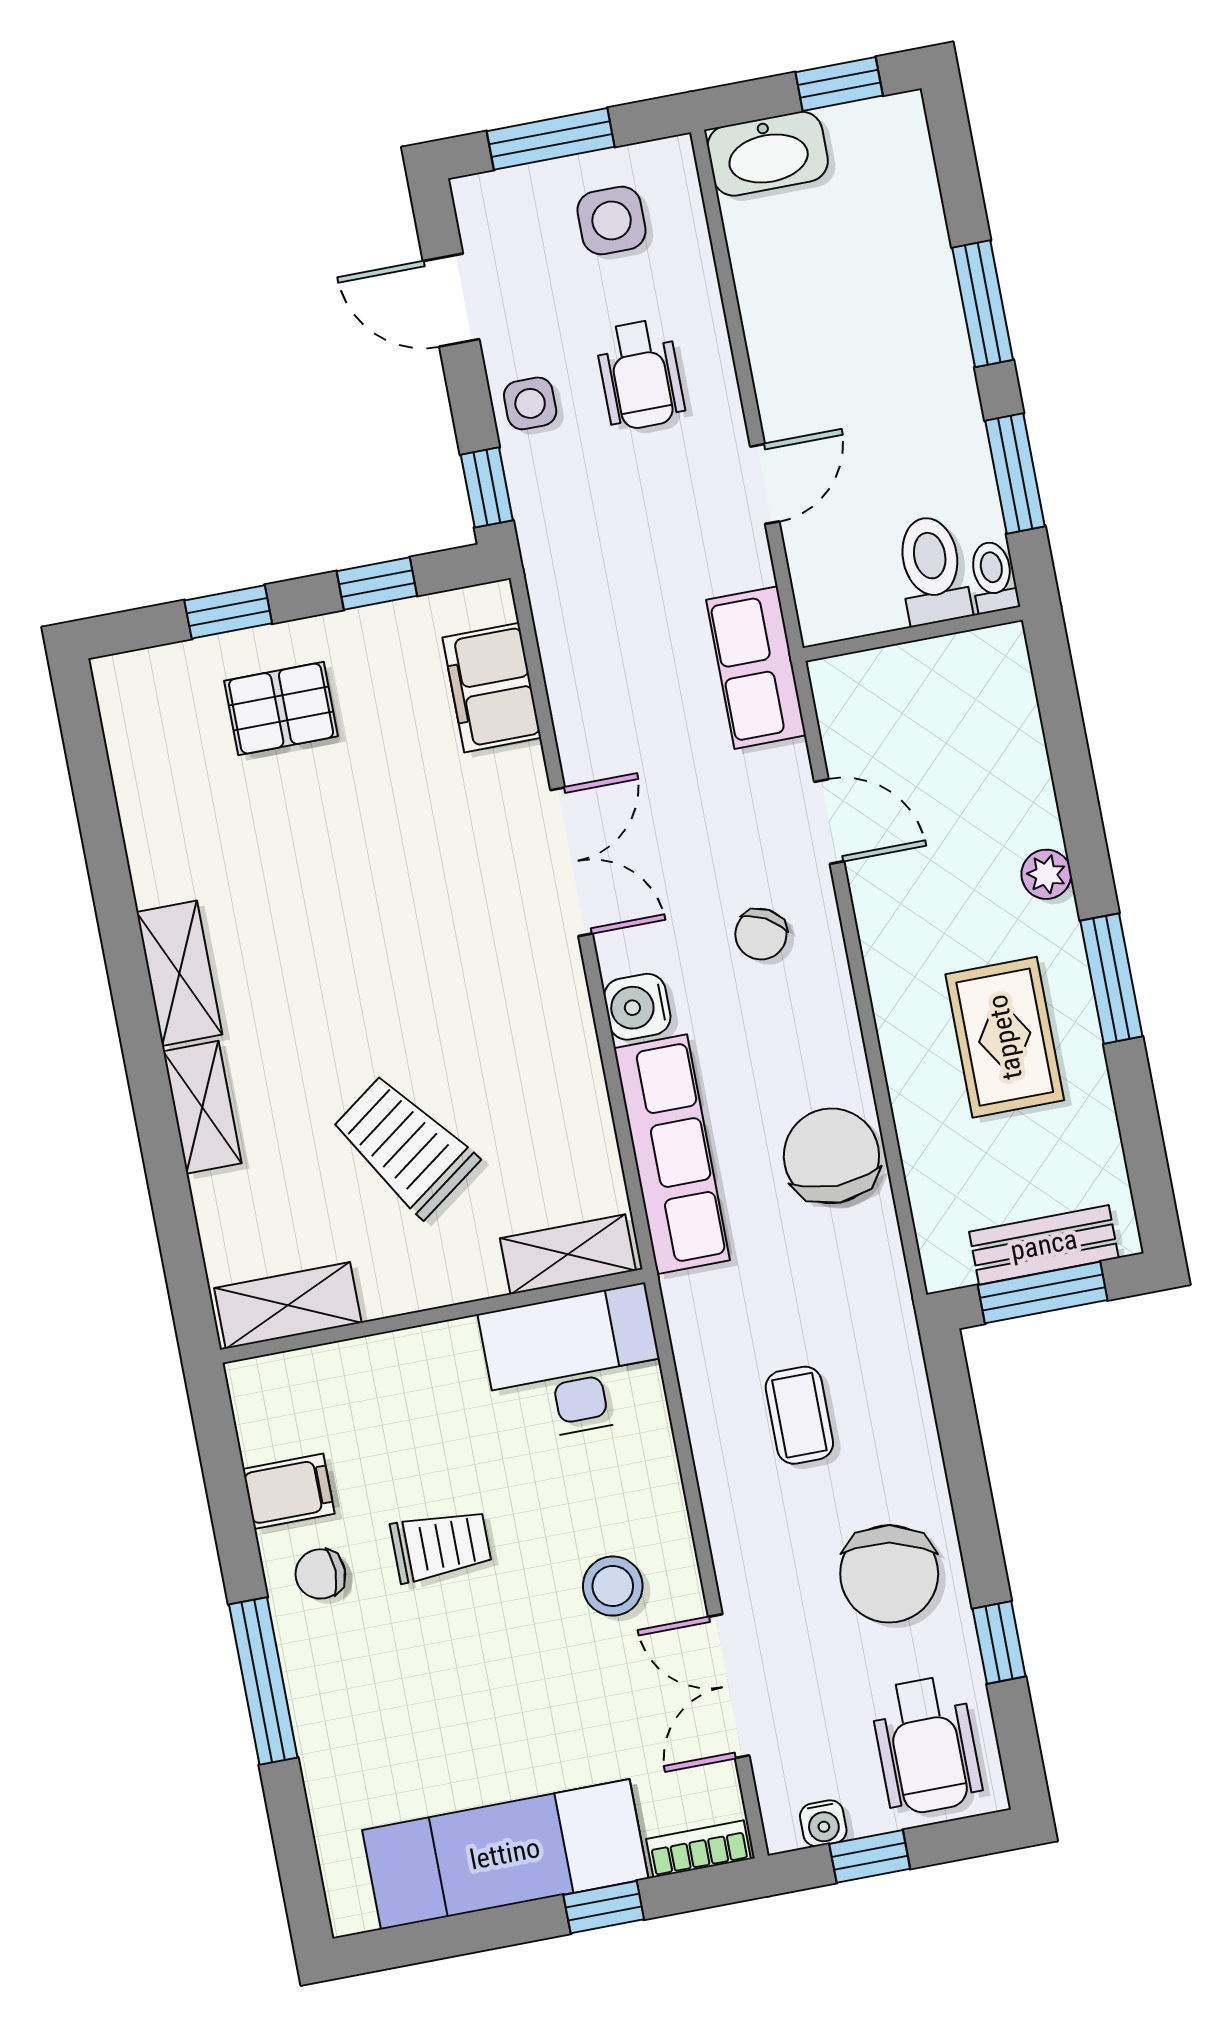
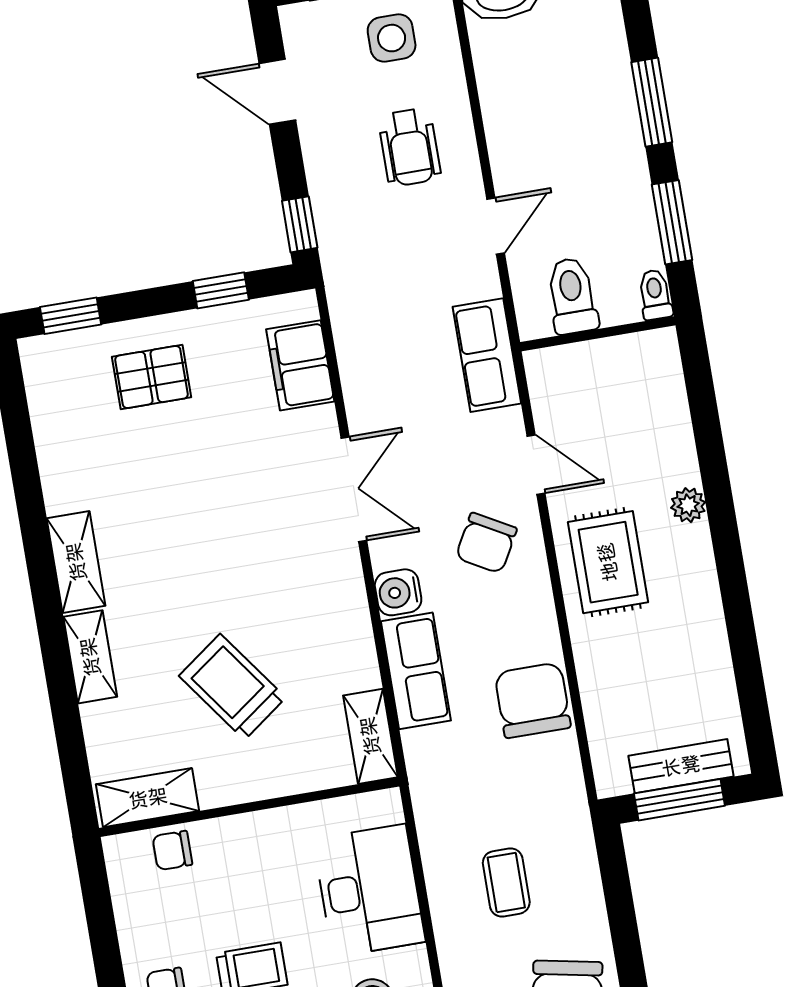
side table: (530, 403) -> (331, 166), removed
toilet: (932, 570) -> (572, 296), moved
window: (228, 612) -> (71, 316), moved
chair: (761, 934) -> (486, 543), width x1.37, depth x1.37
window: (1111, 979) -> (732, 579), removed
rug: (1005, 1037) -> (608, 562), moved
row of seats: (672, 1154) -> (416, 671), width x0.68
shelving: (568, 1254) -> (370, 736), moved, turned 90
desk: (574, 1364) -> (369, 890), moved, turned 90
chair: (325, 1380) -> (172, 850), added
filing cabinet: (289, 1491) -> (145, 929), removed

